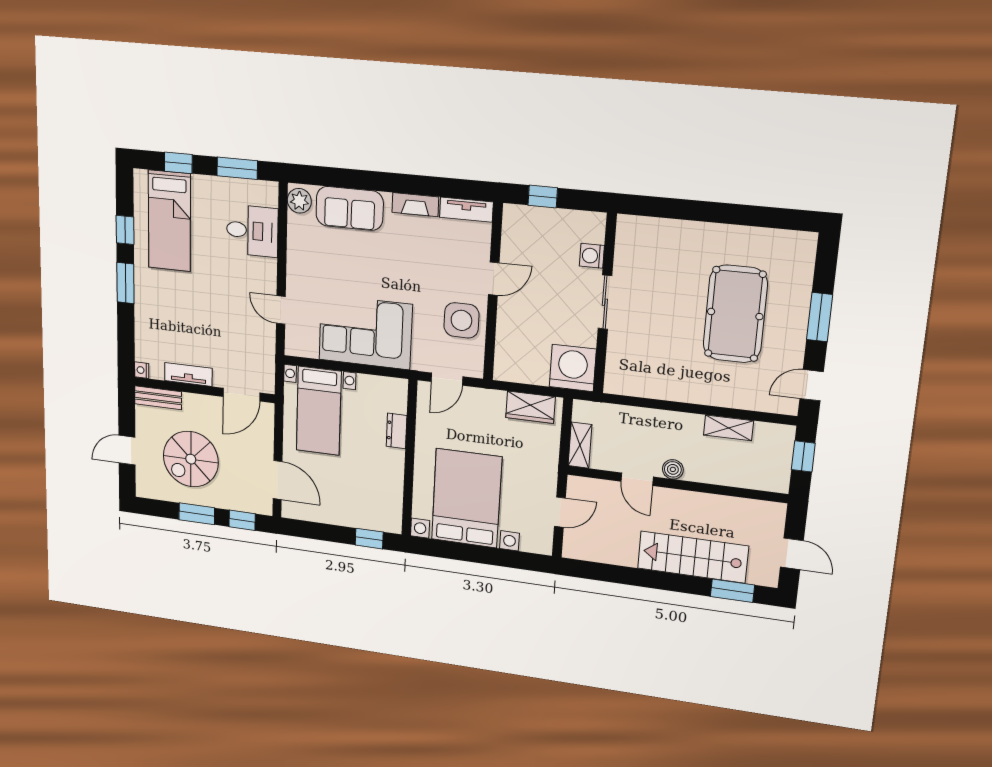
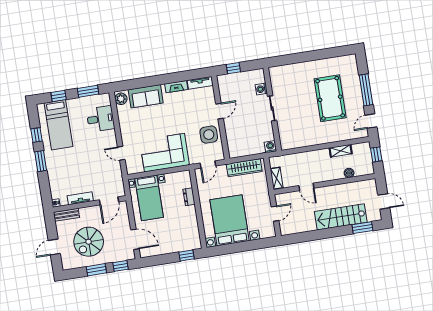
window: (820, 317) -> (366, 90), width x1.44
washing machine: (573, 368) -> (270, 147), width x0.53, depth x0.53
wardrobe: (530, 407) -> (244, 168), width x1.50
boiler: (673, 469) -> (349, 173), moved

